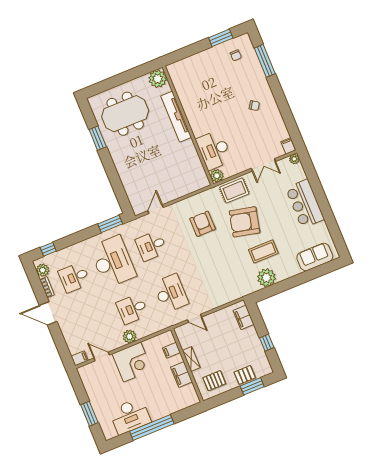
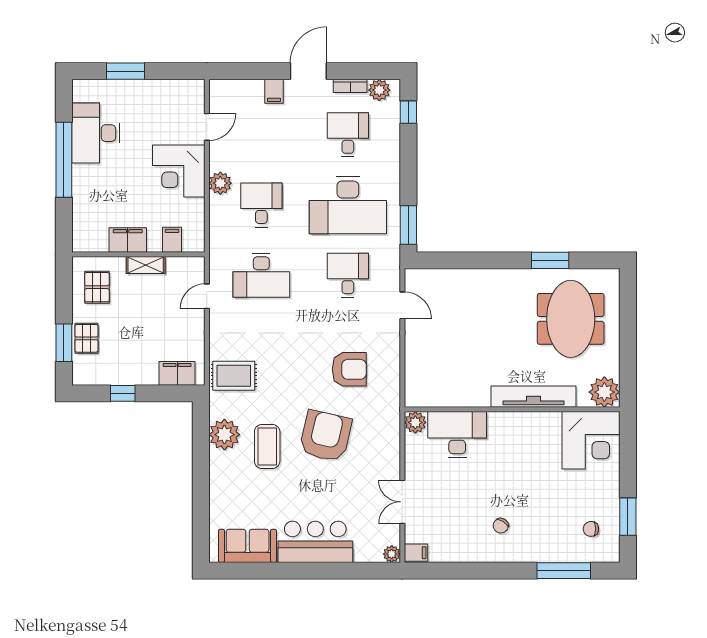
corner desk: (187, 75) -> (591, 440), added
rug: (234, 191) -> (234, 376), moved, turned 90
sofa: (315, 257) -> (248, 546), moved, turned -90
filing cabinet: (80, 358) -> (274, 91), moved

